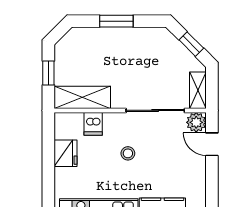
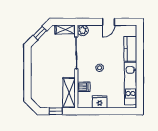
window: (116, 21) -> (27, 74), removed
door: (212, 144) -> (109, 22), moved

